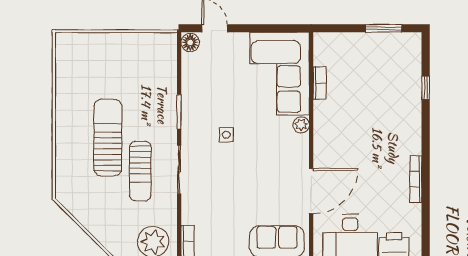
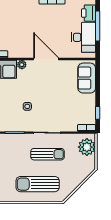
sun lounger: (108, 138) -> (38, 184), moved
door: (311, 191) -> (46, 59), moved

